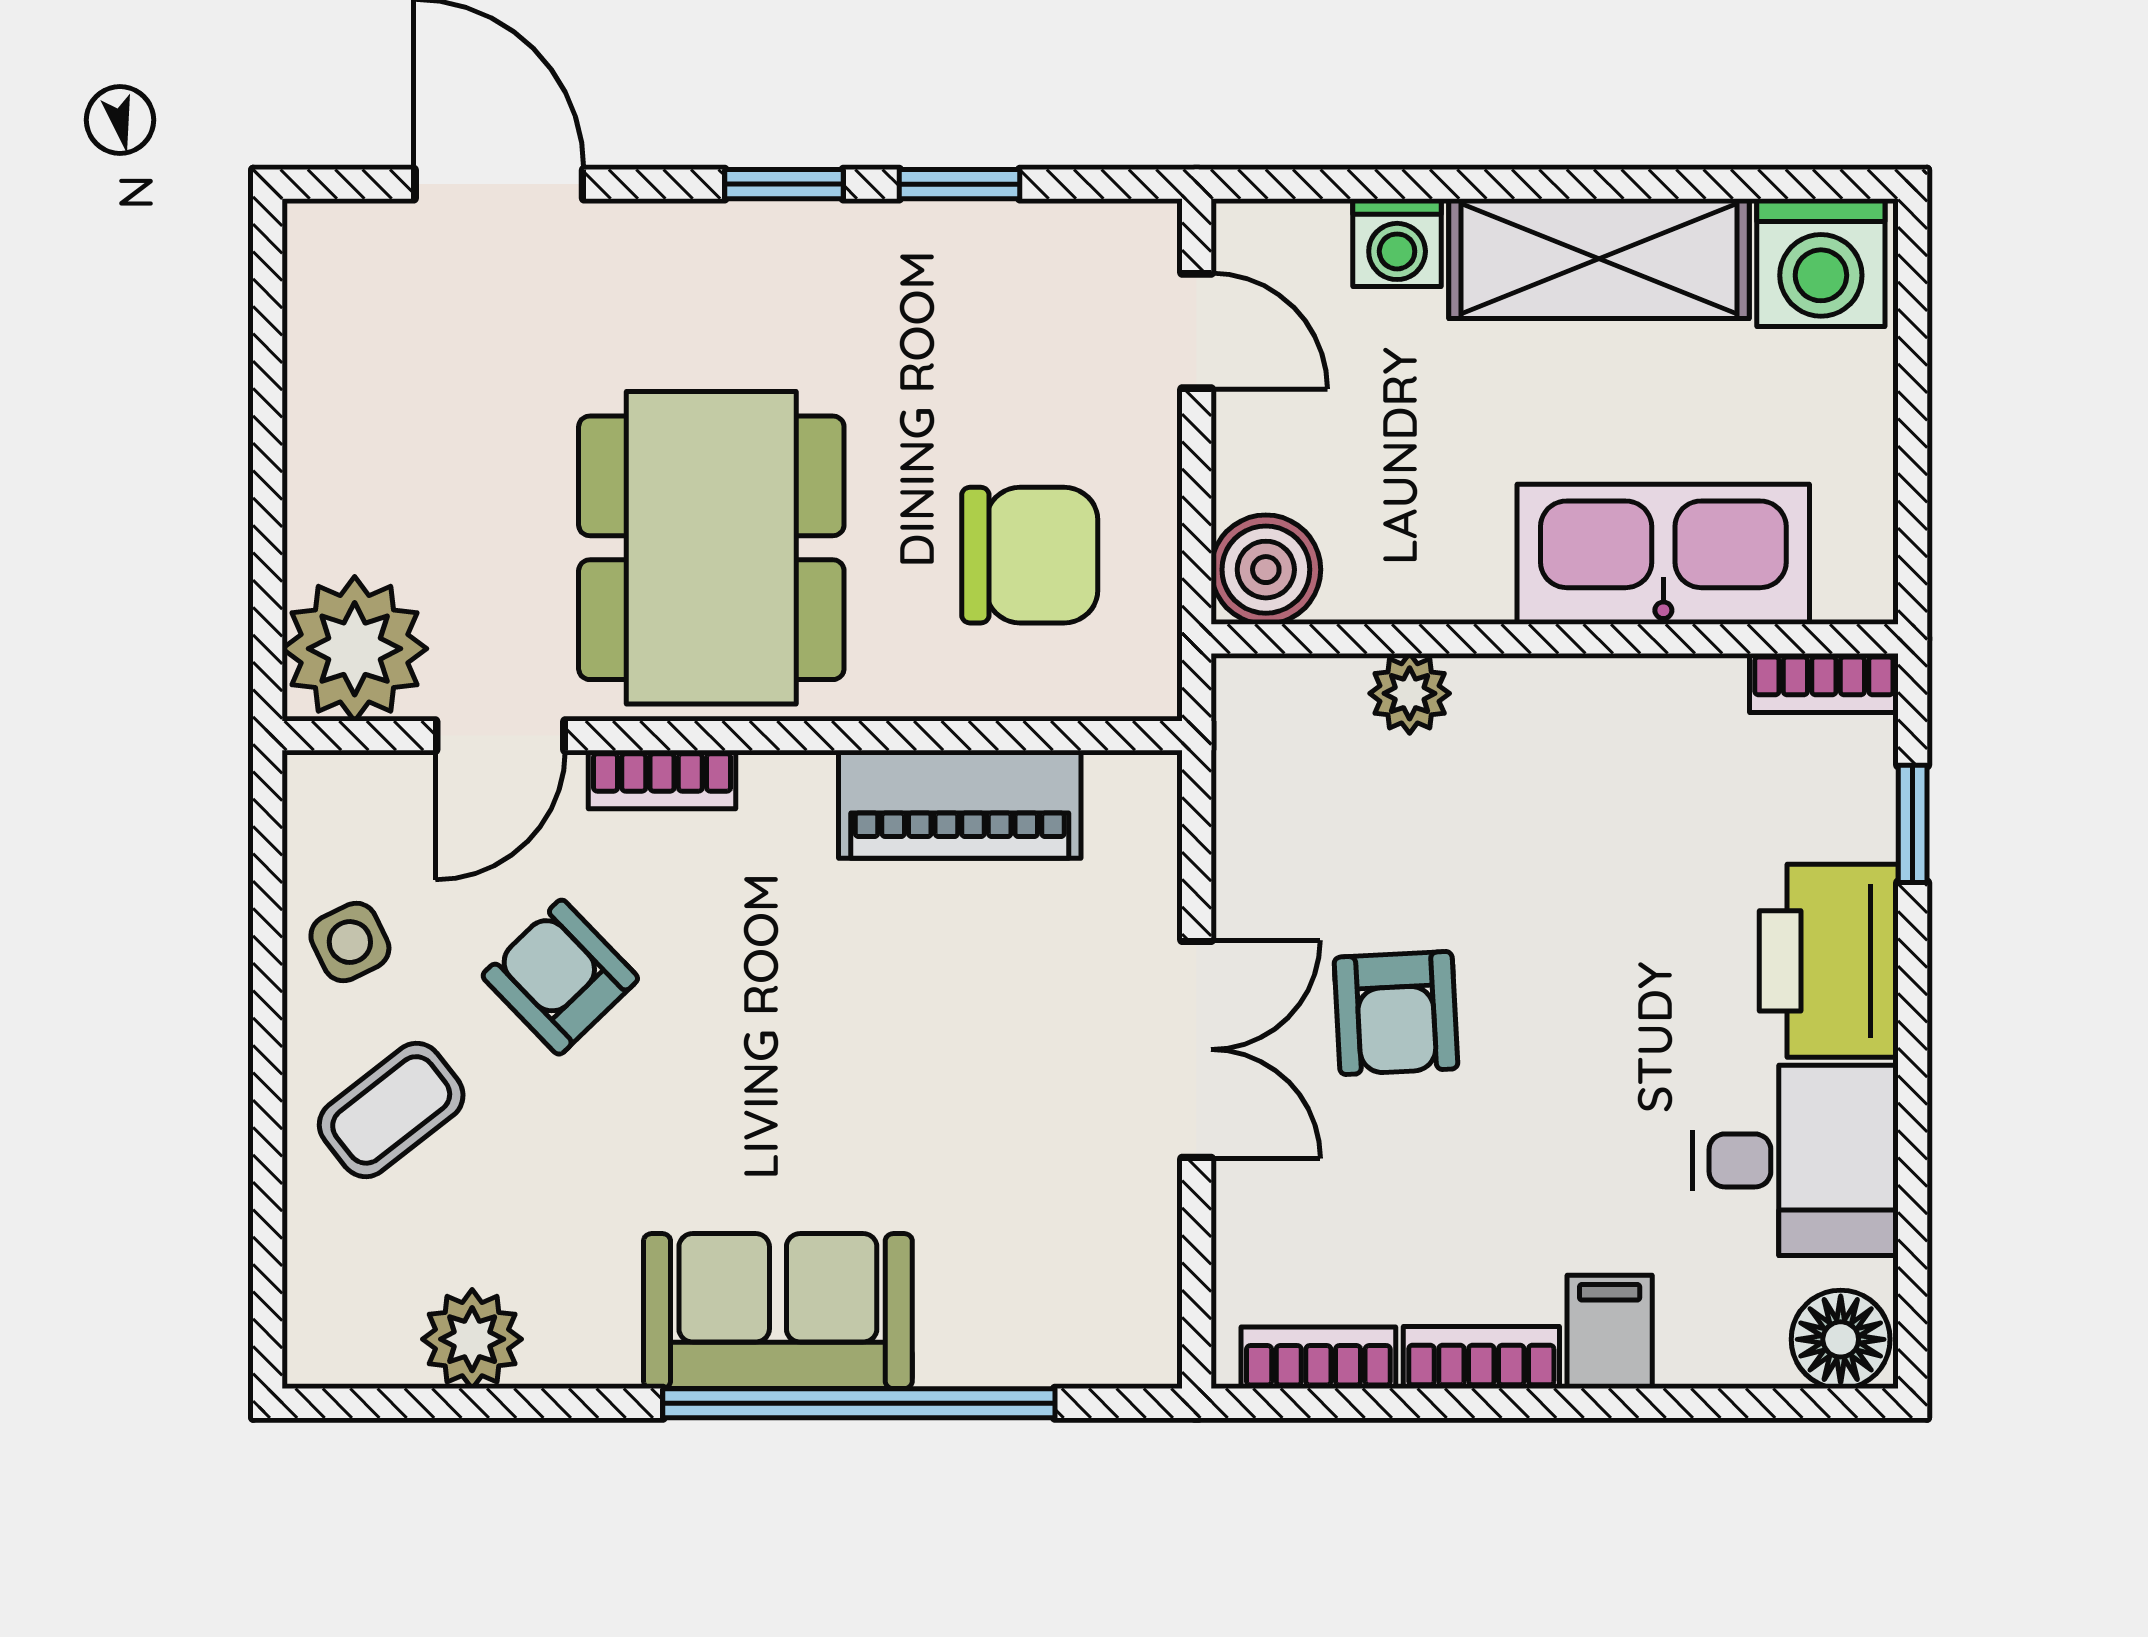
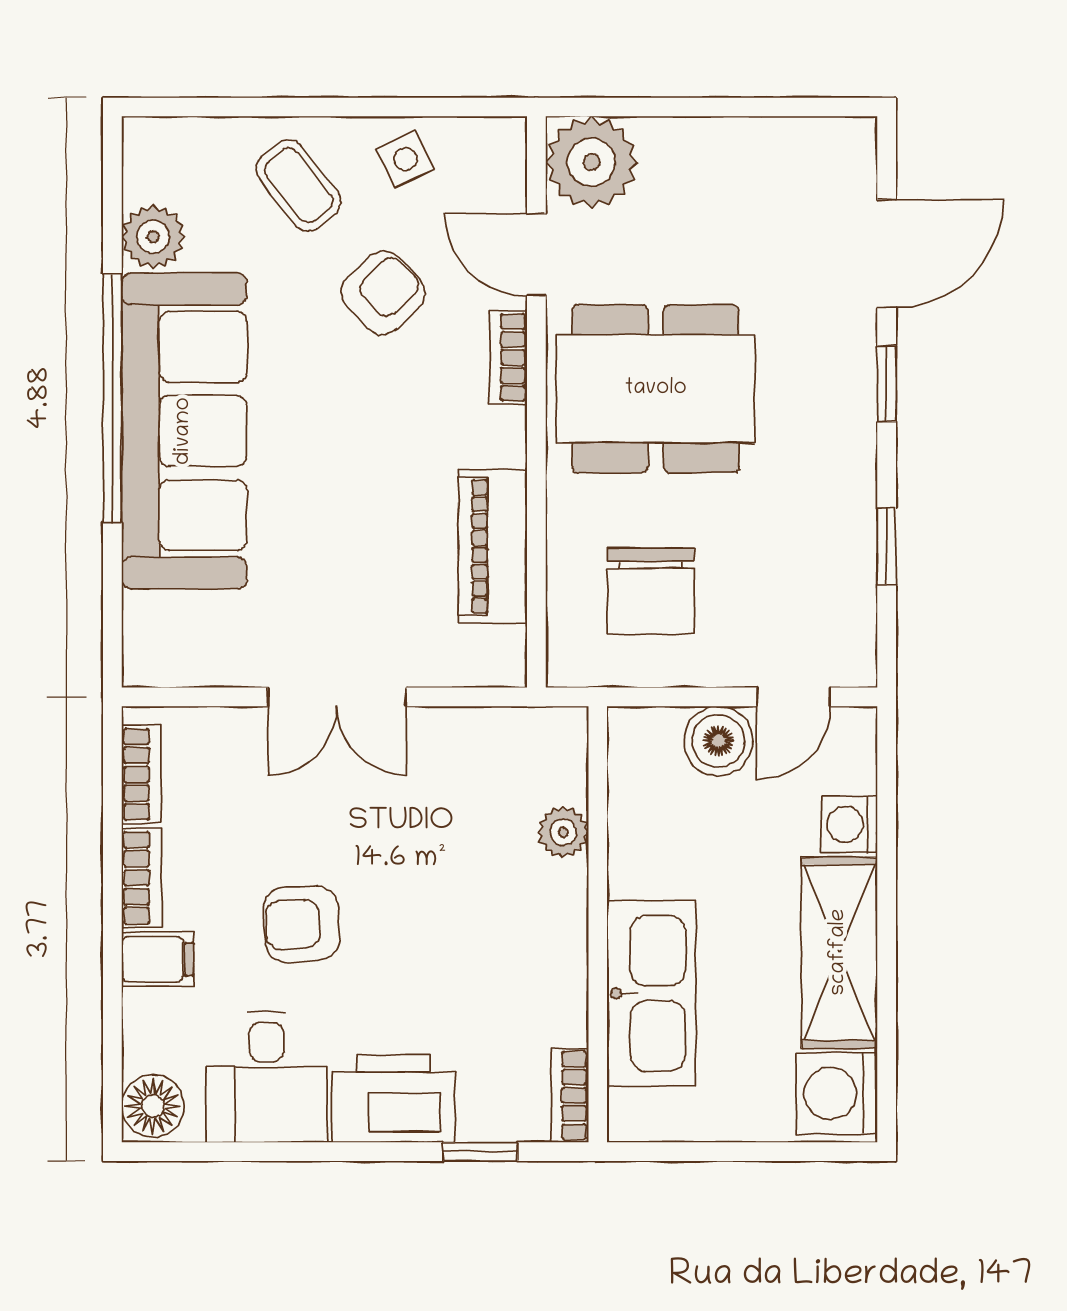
window: (784, 184) -> (887, 384), moved
boiler: (1266, 570) -> (718, 741), moved
armchair: (1396, 1013) -> (301, 924), moved
sofa: (778, 1311) -> (184, 431), width x1.85, depth x1.27
window: (859, 1403) -> (112, 398), moved

